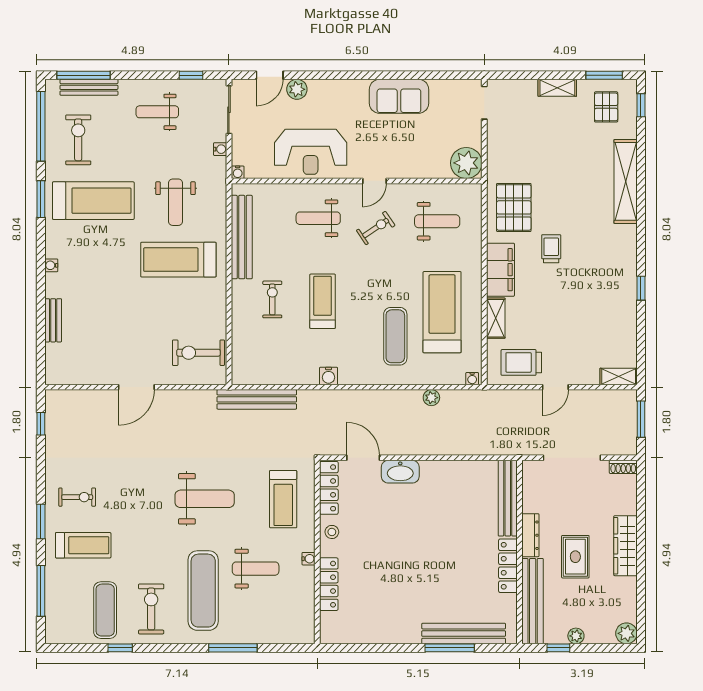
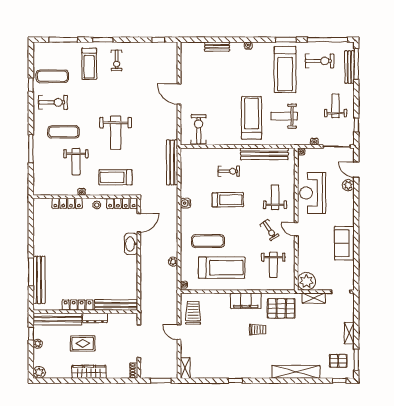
shelving: (496, 318) -> (314, 298), moved
exercise mat: (203, 591) -> (63, 132), width x0.73, depth x0.69

